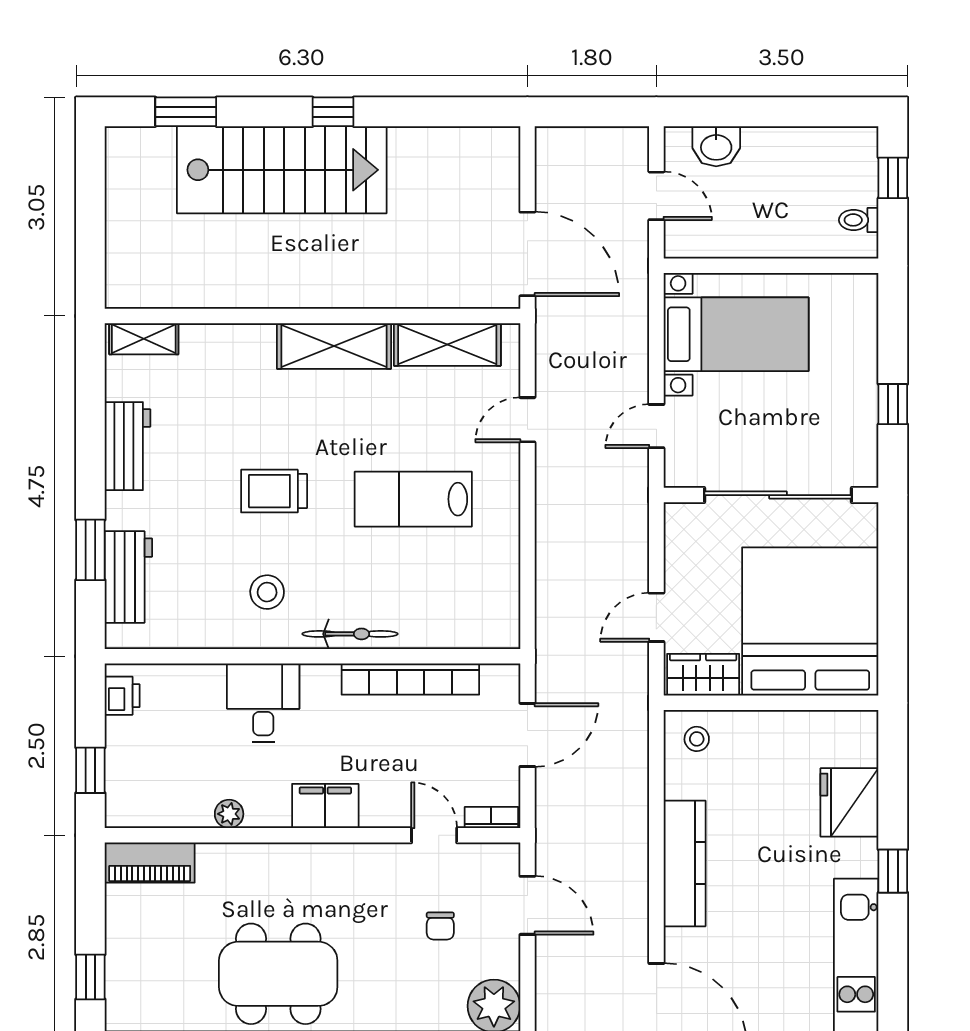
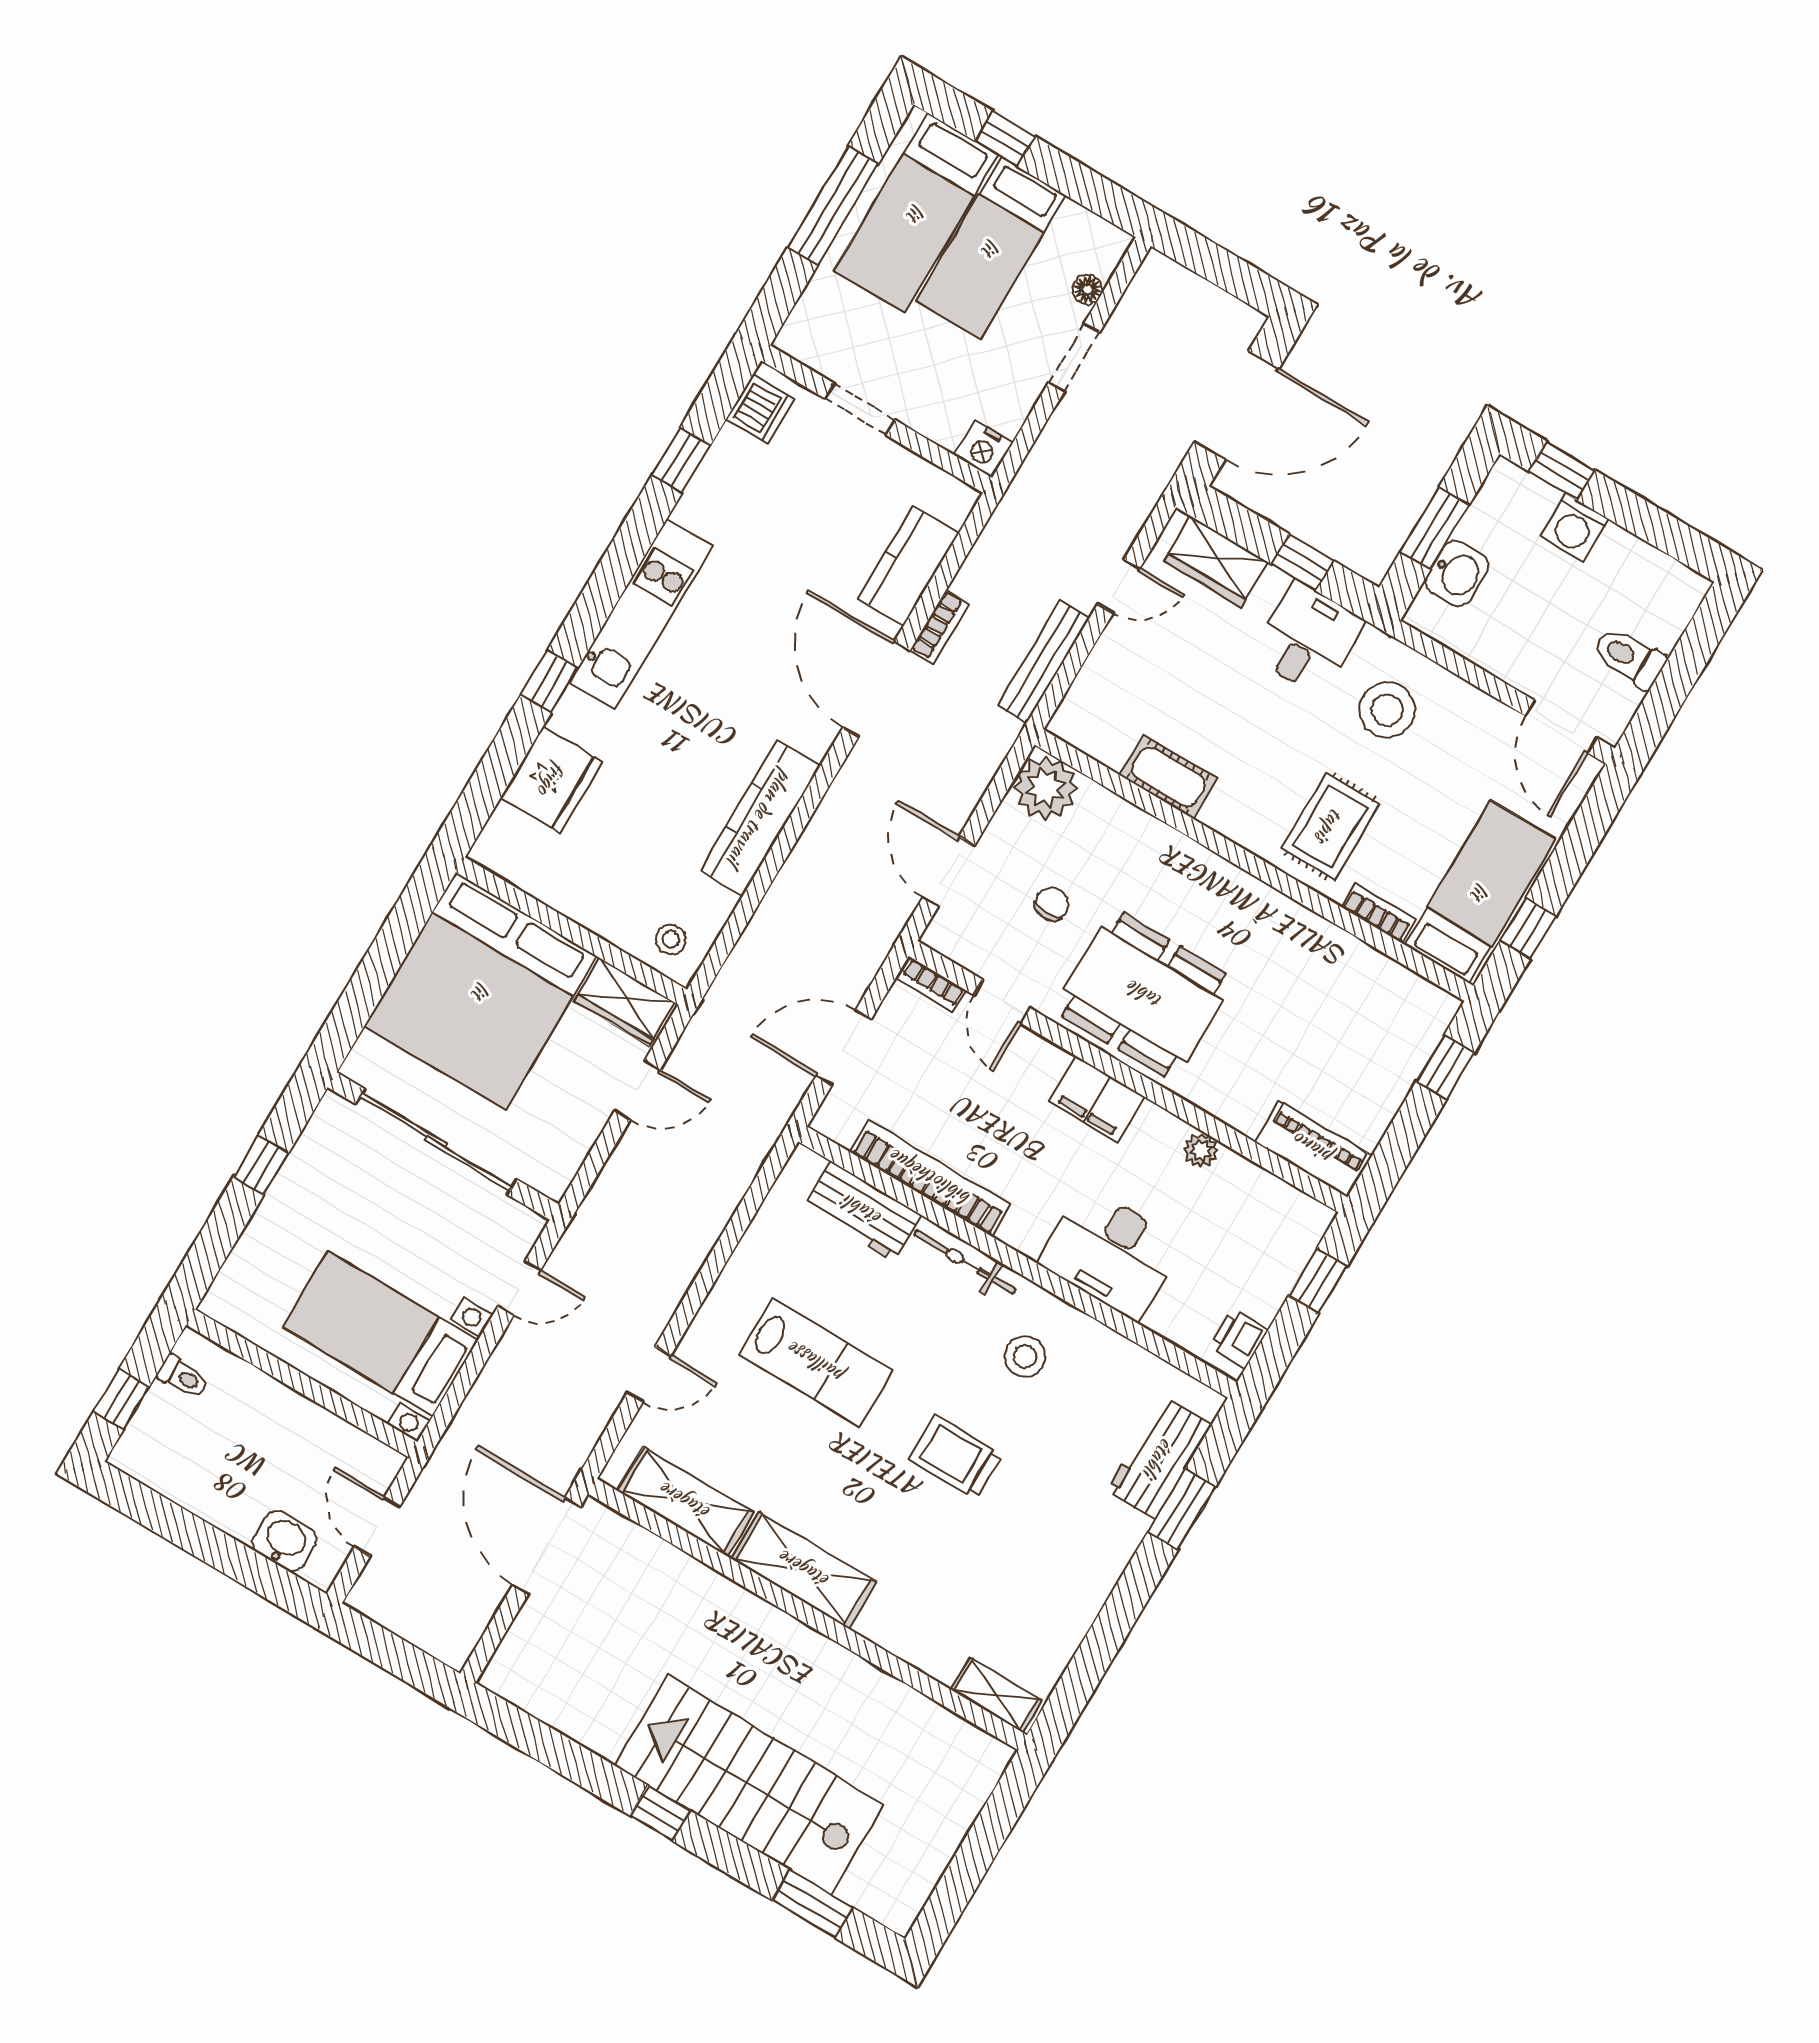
workbench: (128, 446) -> (862, 1211), moved, turned -90
trolley: (274, 491) -> (955, 1457), turned 180
desk: (263, 703) -> (1111, 1253), width x1.37
dining table: (278, 974) -> (1144, 995), moved

